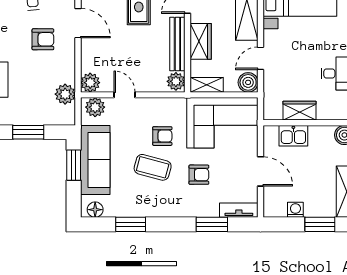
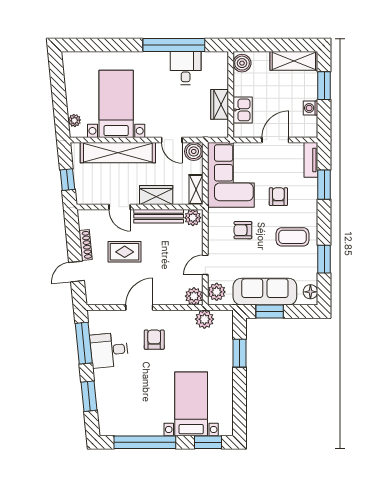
armchair: (162, 136) -> (243, 230), turned -90
coffee table: (153, 167) -> (292, 237), moved, turned 75

